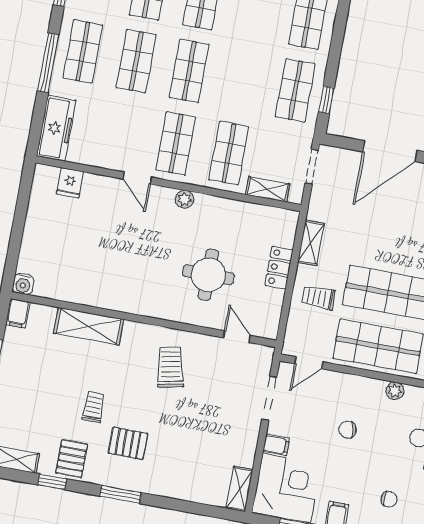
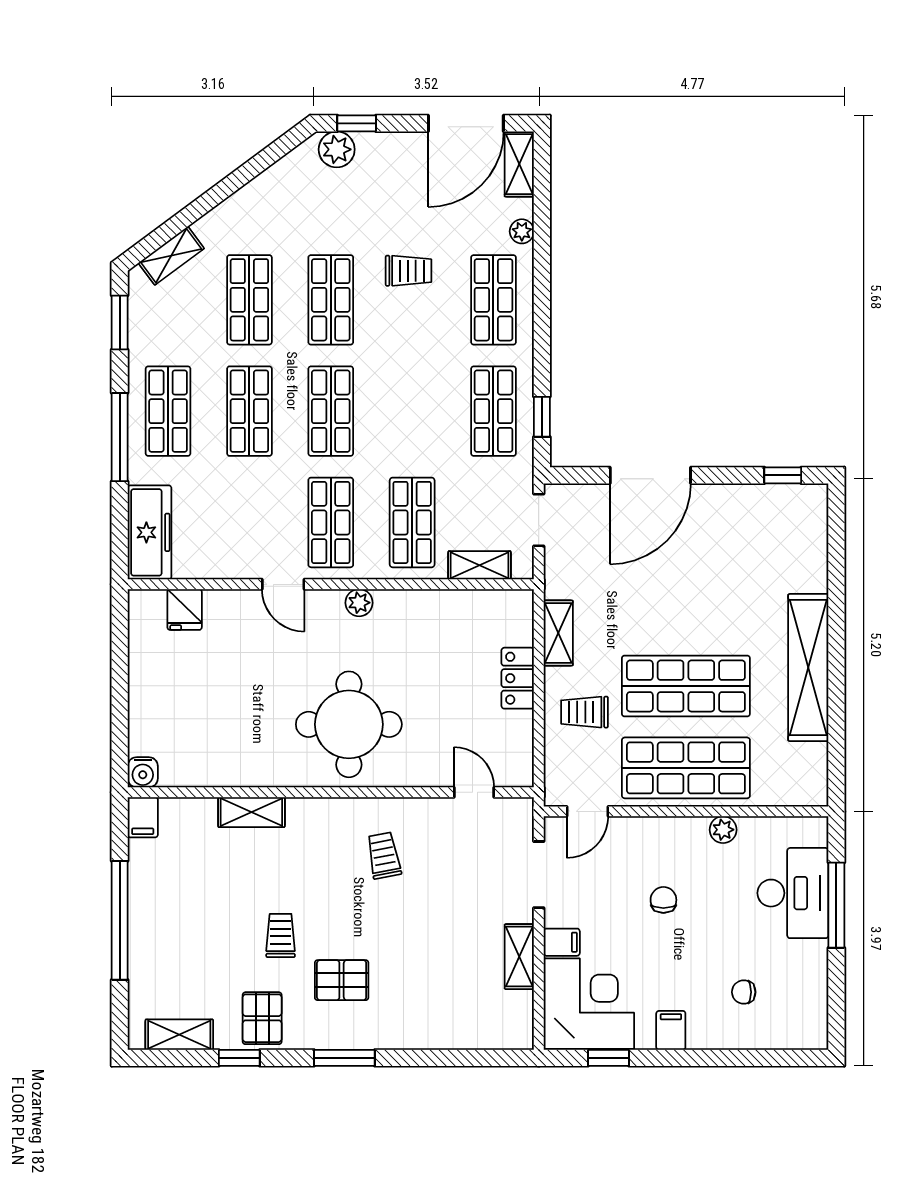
round table: (208, 275) -> (349, 724), moved, width x1.36, depth x1.36
shelving: (89, 326) -> (251, 812), width x0.67, depth x0.75
trolley: (170, 367) -> (384, 856), width x0.73, depth x0.72
chair: (348, 430) -> (663, 900), turned 99
shelving: (240, 489) -> (519, 957), moved
chair: (389, 499) -> (744, 992), turned 180

